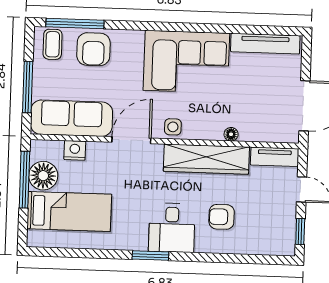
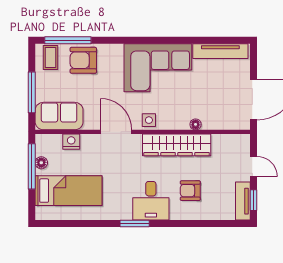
armchair: (93, 49) -> (83, 60), turned 90
sofa: (72, 118) -> (59, 116), width x0.73
door: (131, 140) -> (116, 132), hinge flipped
tv unit: (275, 157) -> (243, 201), moved, turned 90
floor lamp: (43, 176) -> (41, 163), width x0.53, depth x0.53

